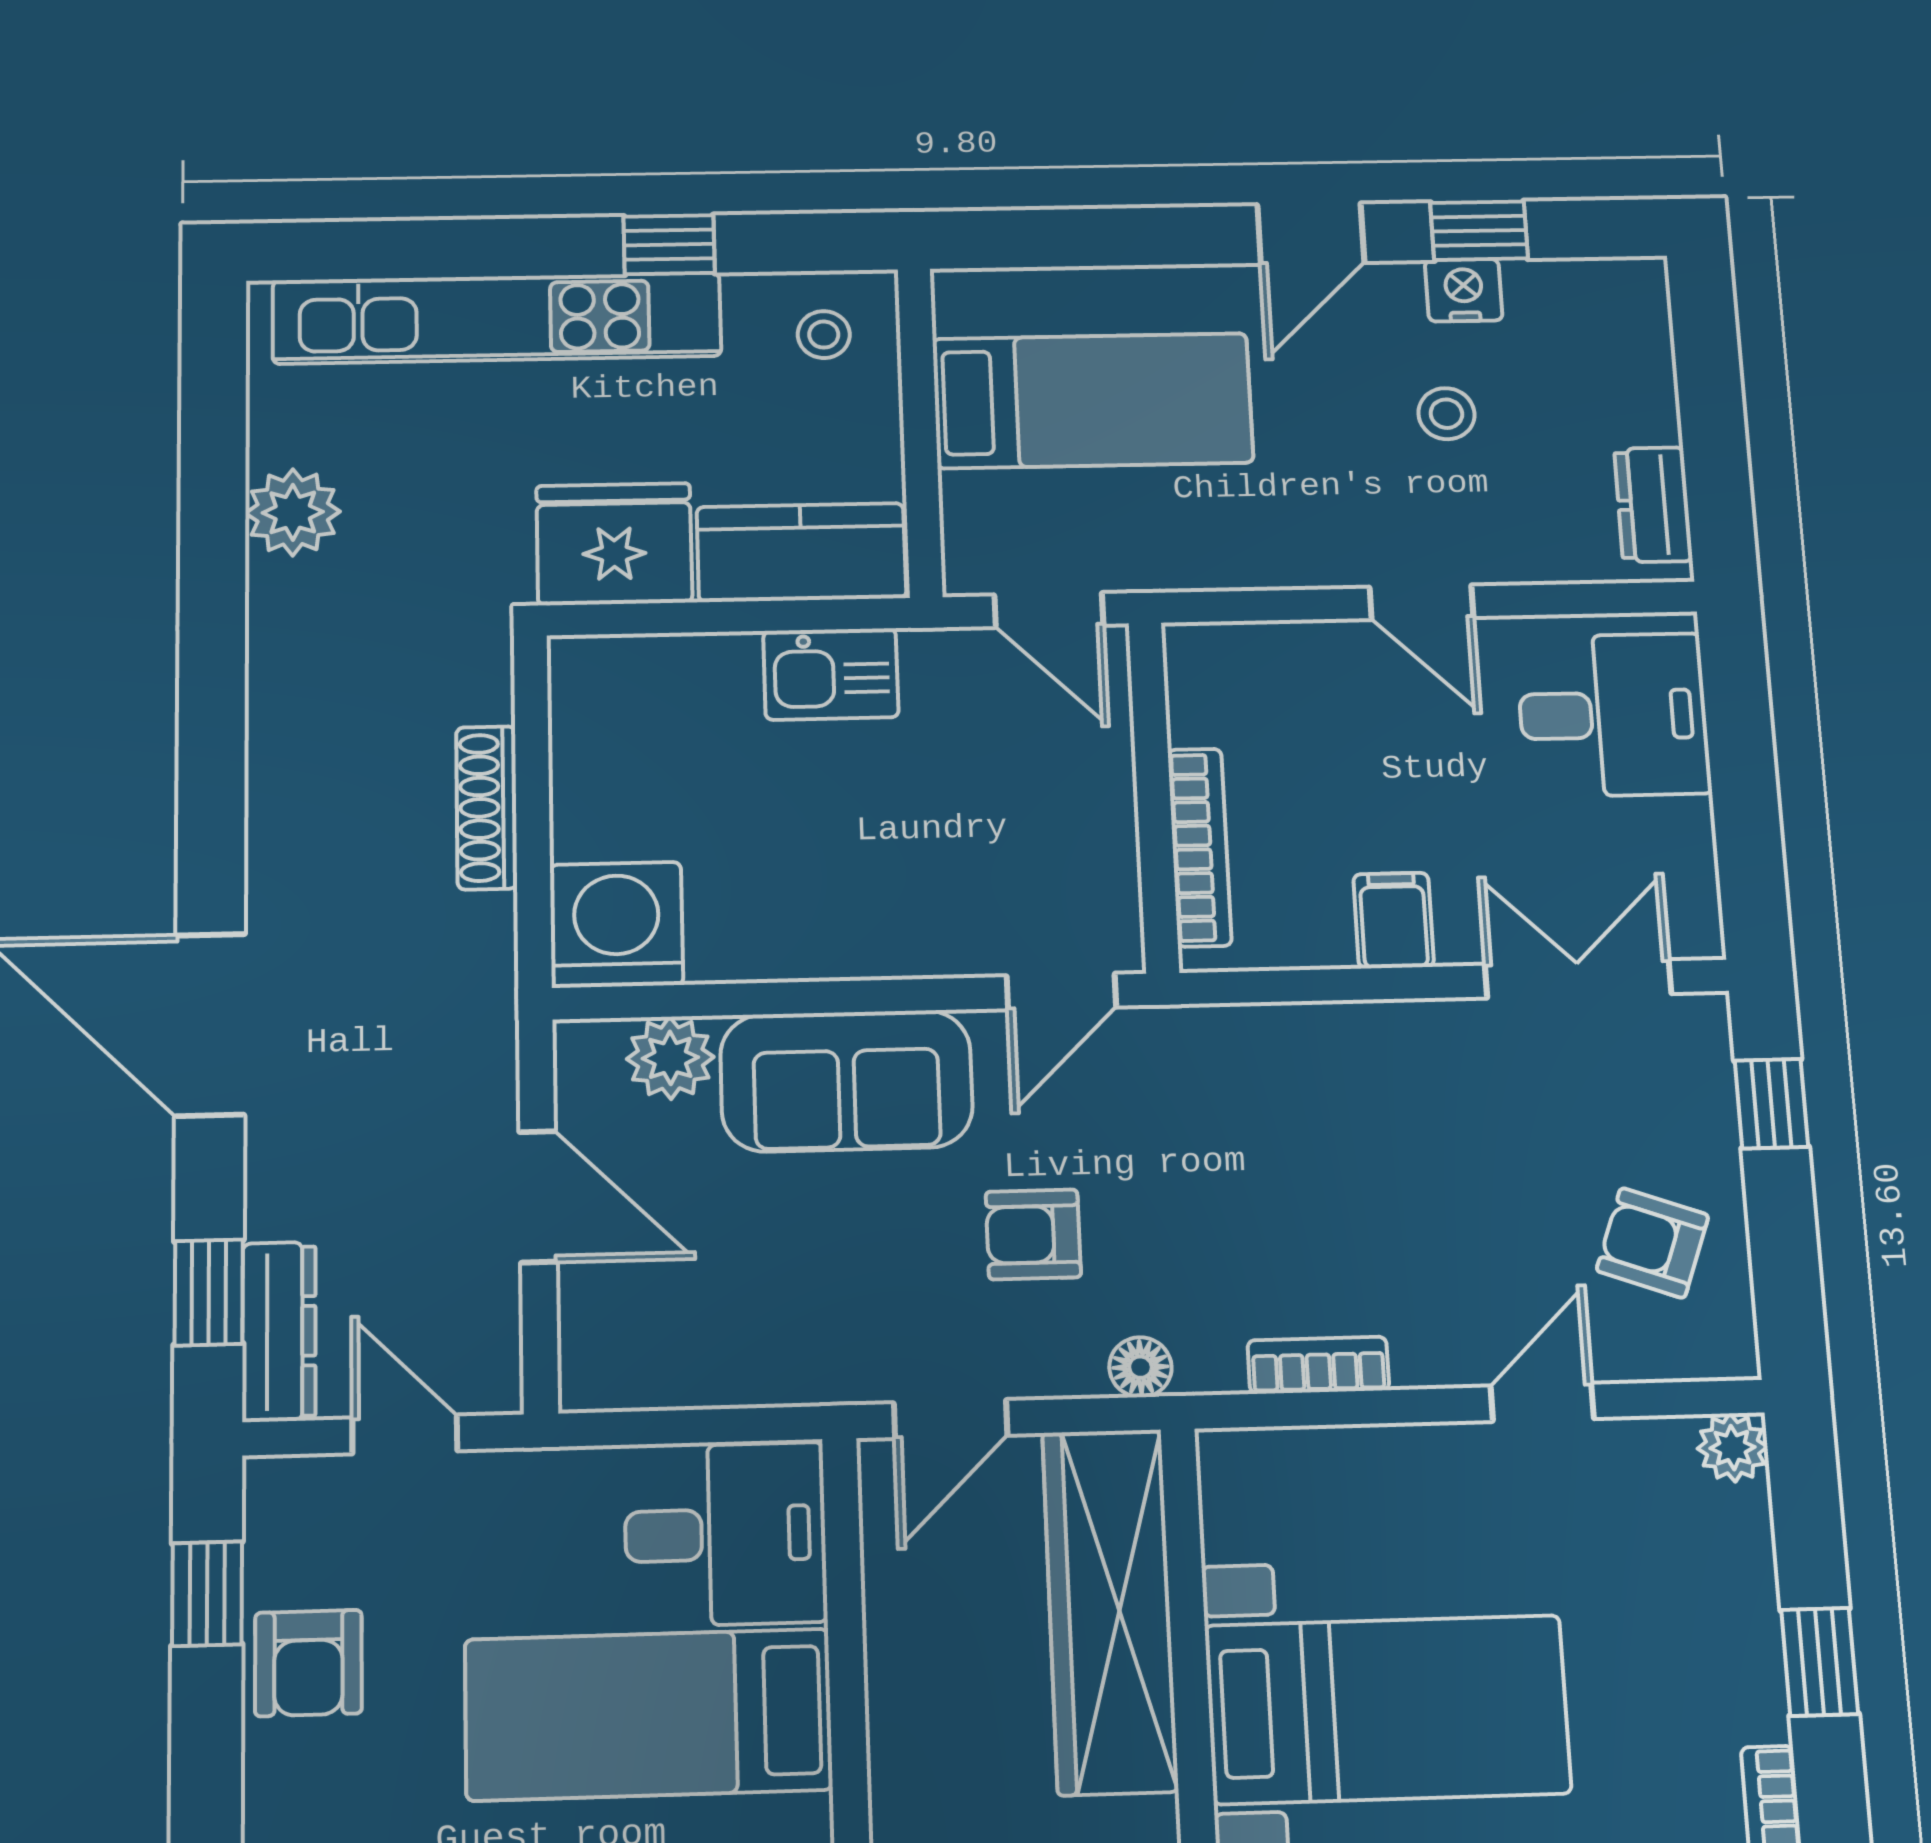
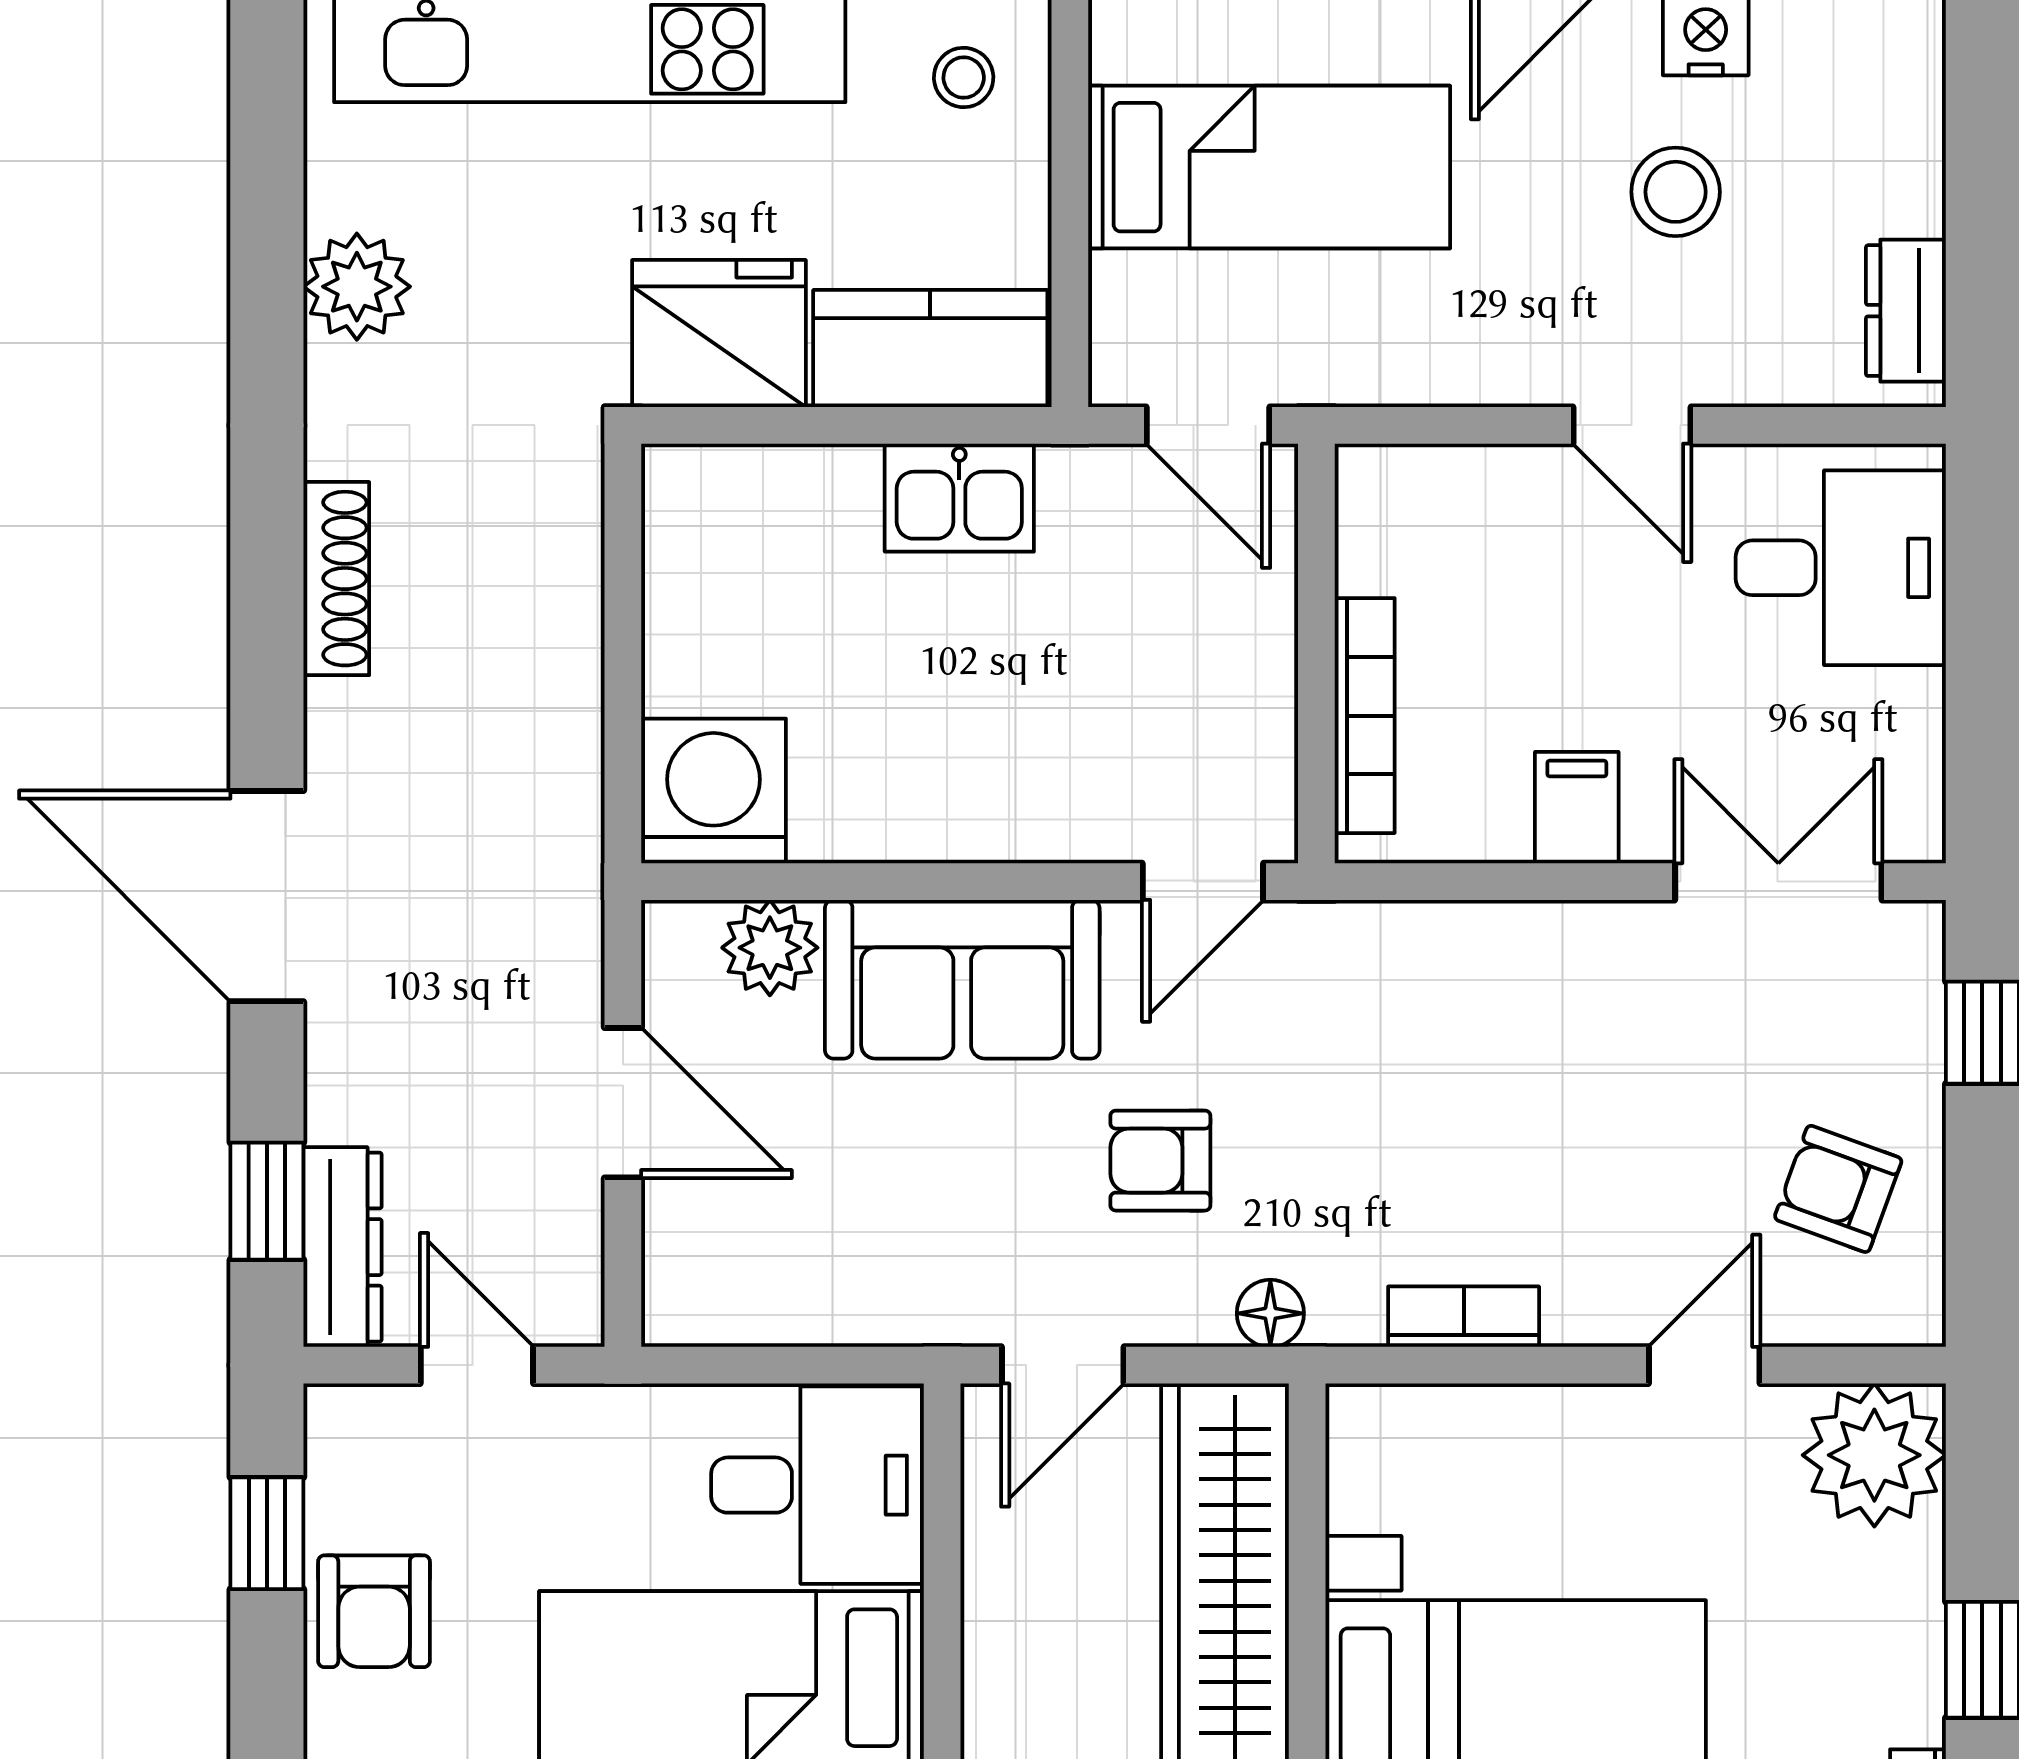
stool: (1446, 414) -> (1676, 192), width x1.37, depth x1.37
shoe rack: (487, 808) -> (336, 579), moved, turned 180
plant: (1732, 1448) -> (1874, 1455), width x1.88, depth x1.88

